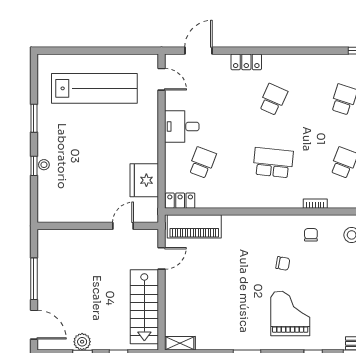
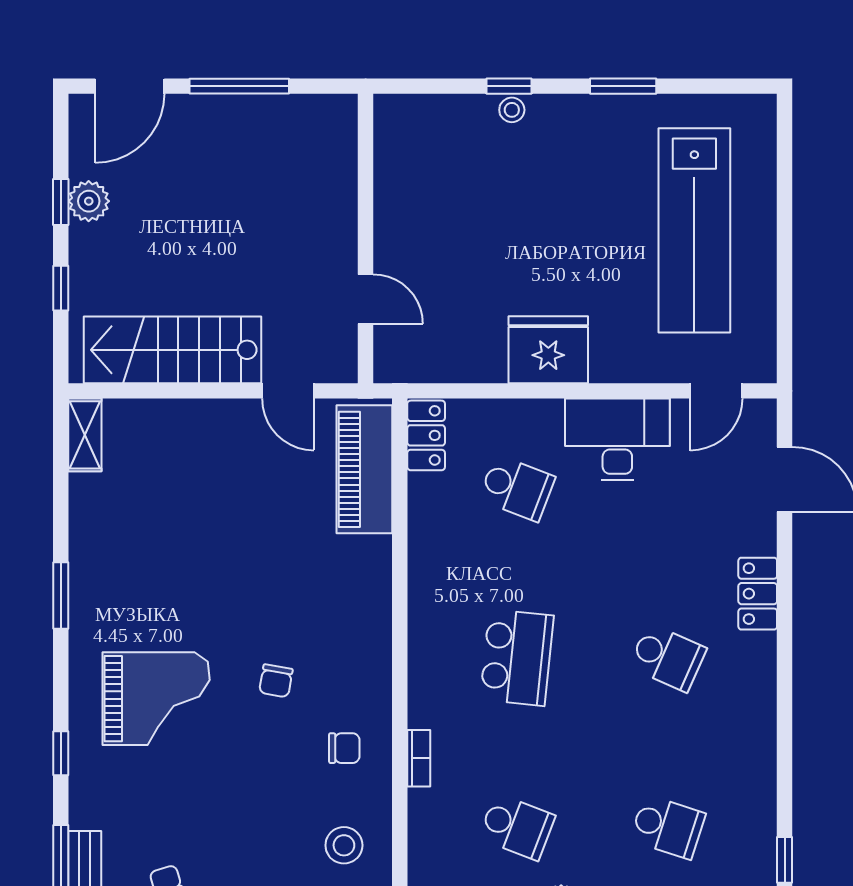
desk: (182, 127) -> (617, 439), width x1.37
fridge: (144, 180) -> (548, 350), moved

